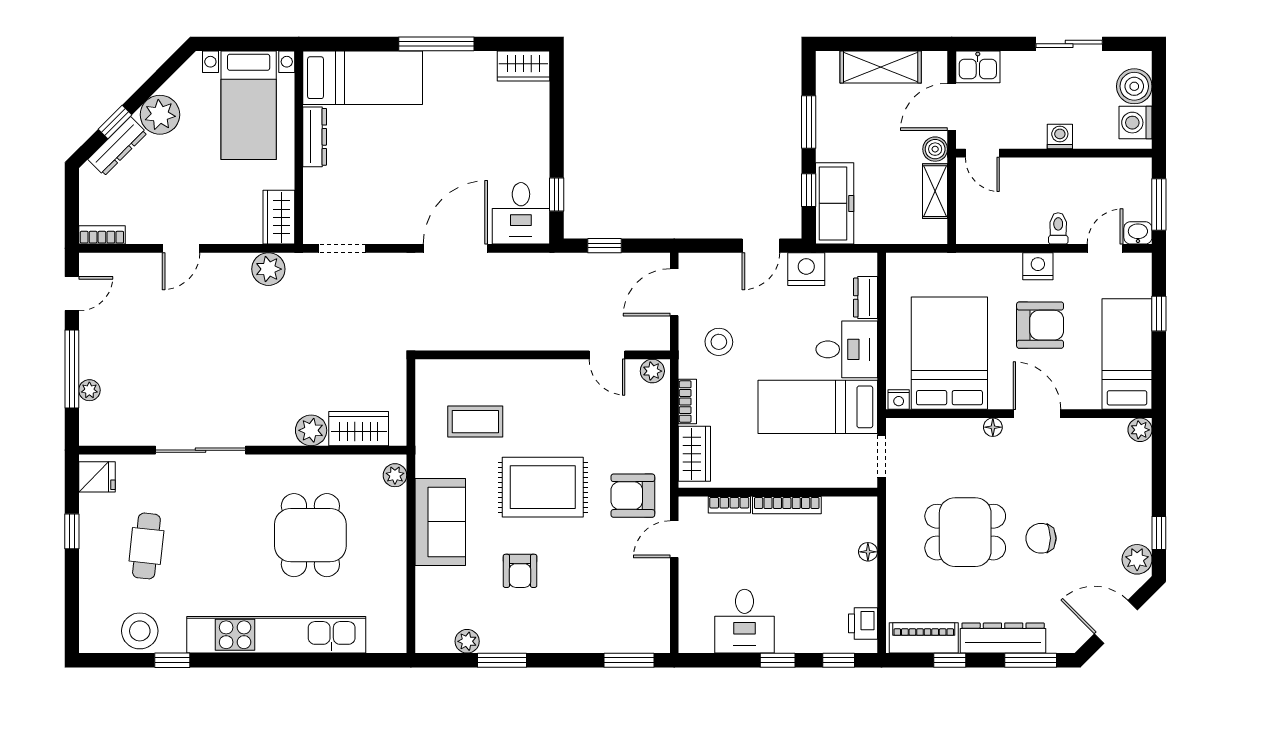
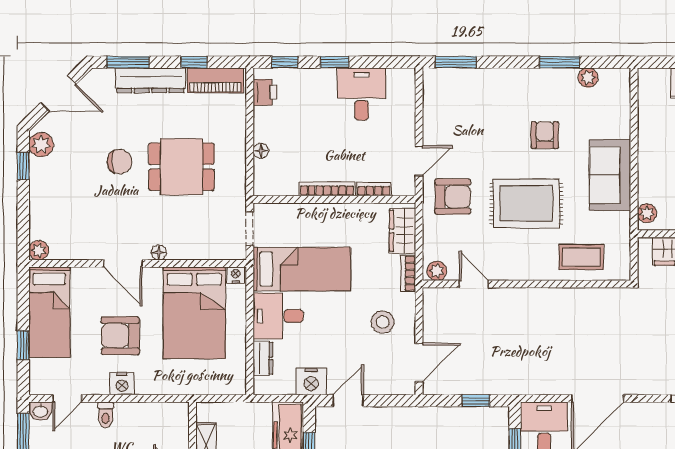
wall: (543, 355) -> (526, 284), moved
door: (607, 355) -> (474, 284), moved
plant: (652, 371) -> (437, 271), moved

